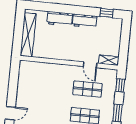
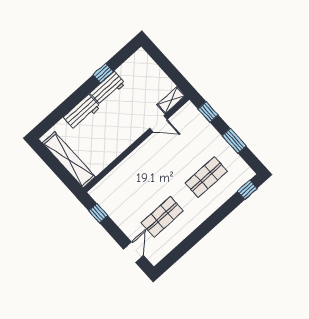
window: (107, 13) -> (103, 73), moved
window: (14, 76) -> (98, 213), added
shop shelf: (88, 89) -> (162, 217), moved

